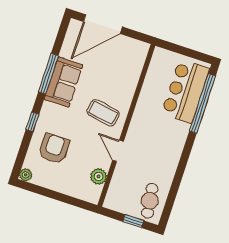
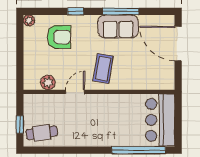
bar counter: (185, 91) -> (160, 120), moved, turned -90

